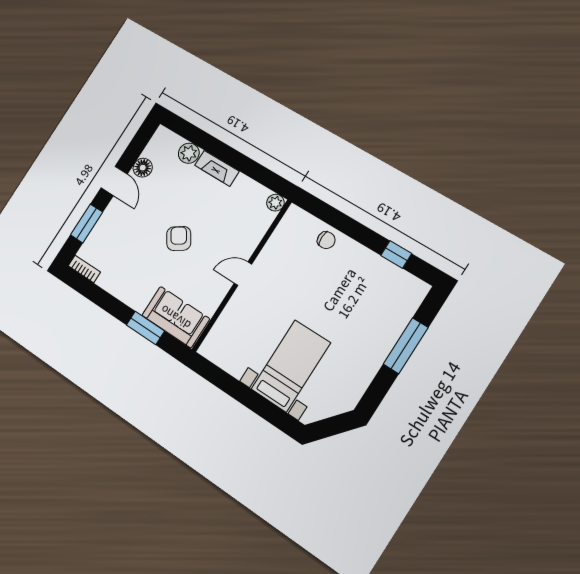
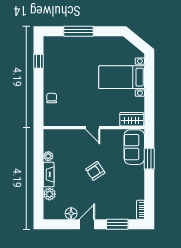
plant: (275, 203) -> (48, 156), moved
wardrobe: (218, 340) -> (132, 119), added

